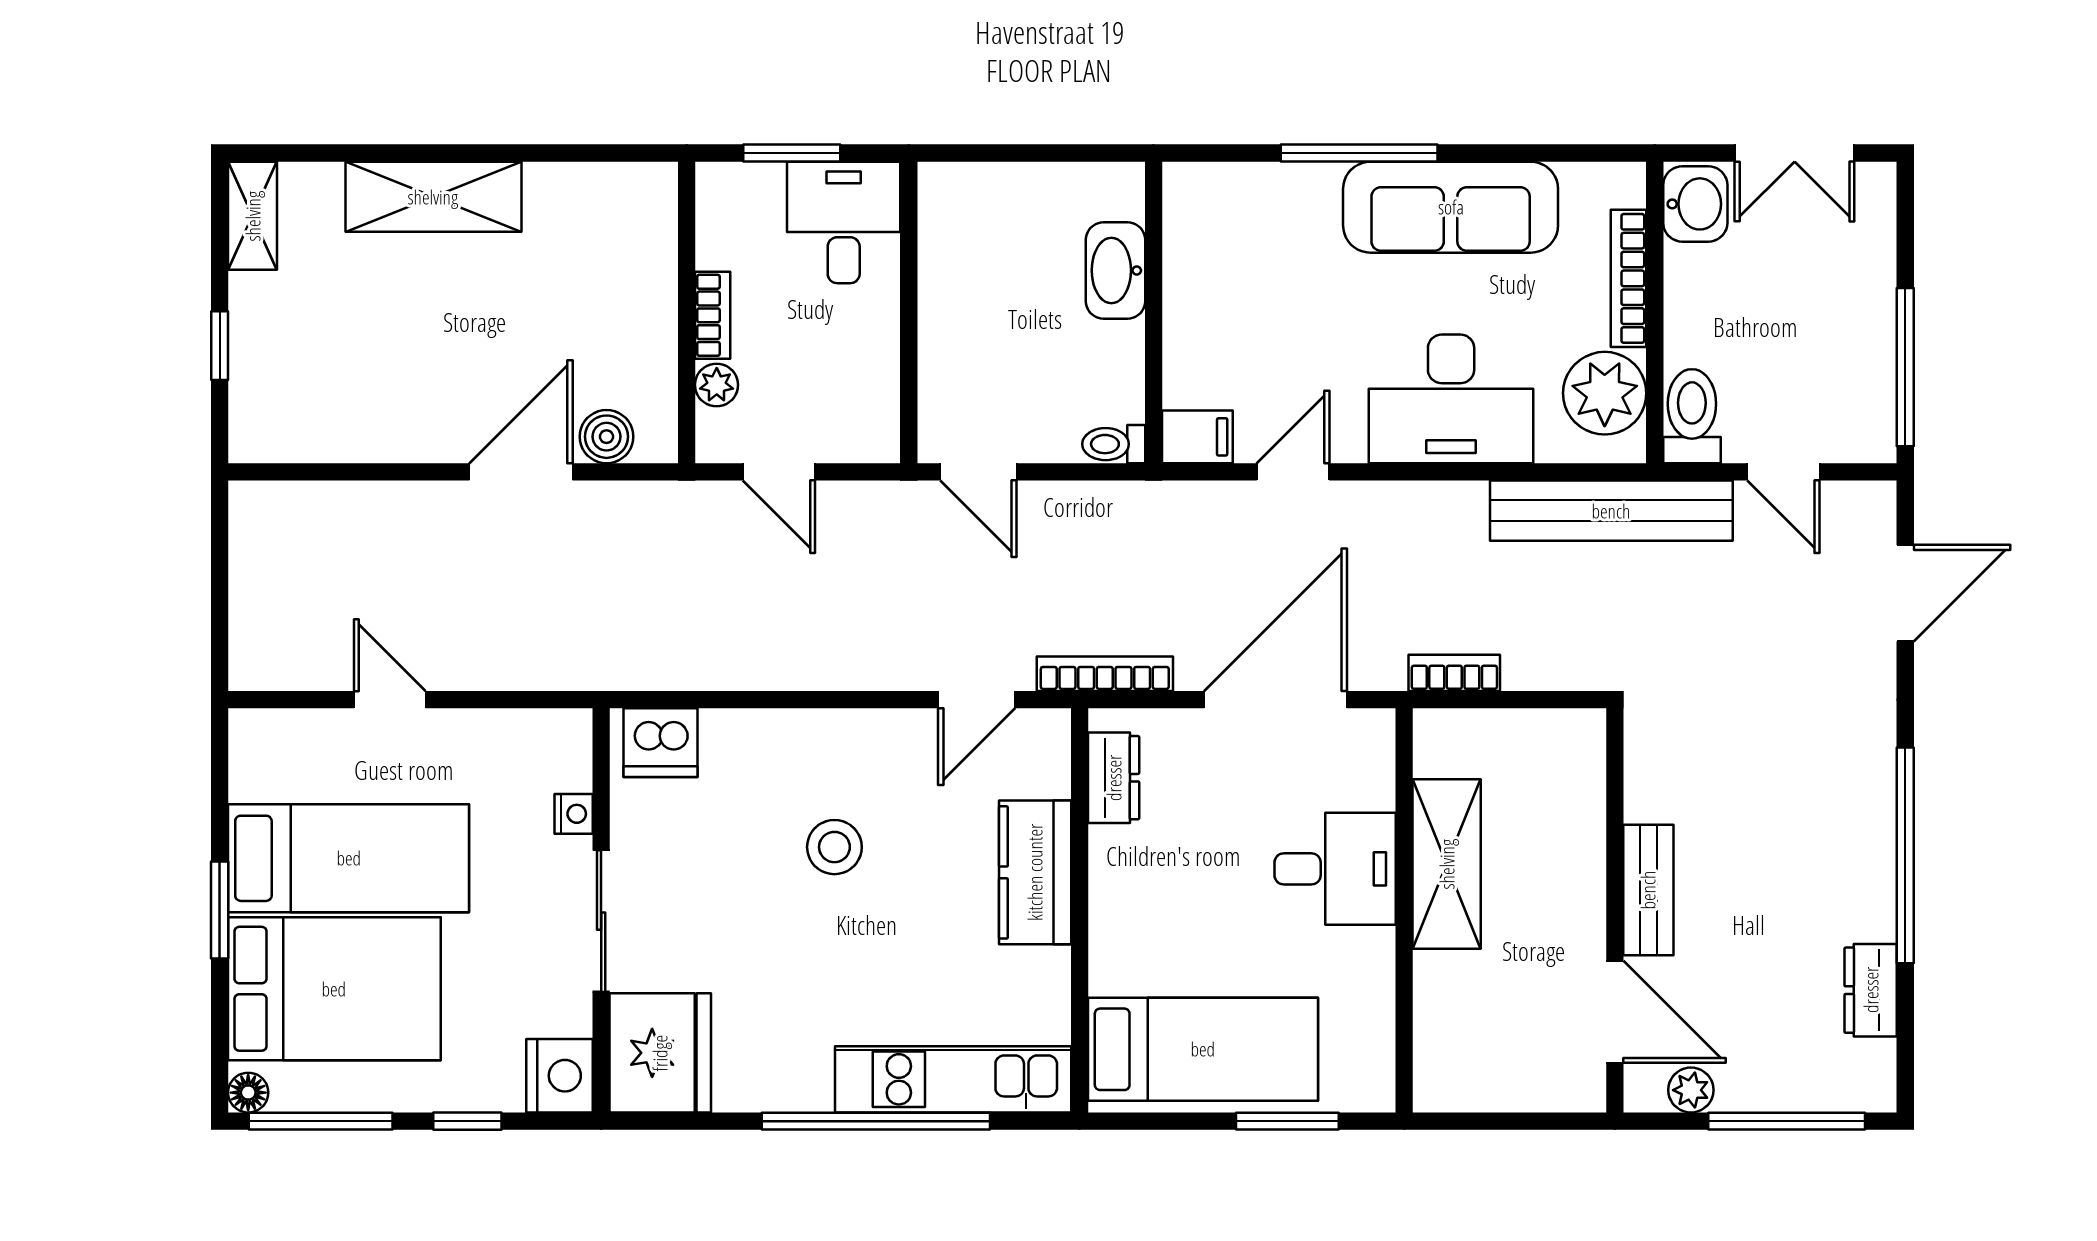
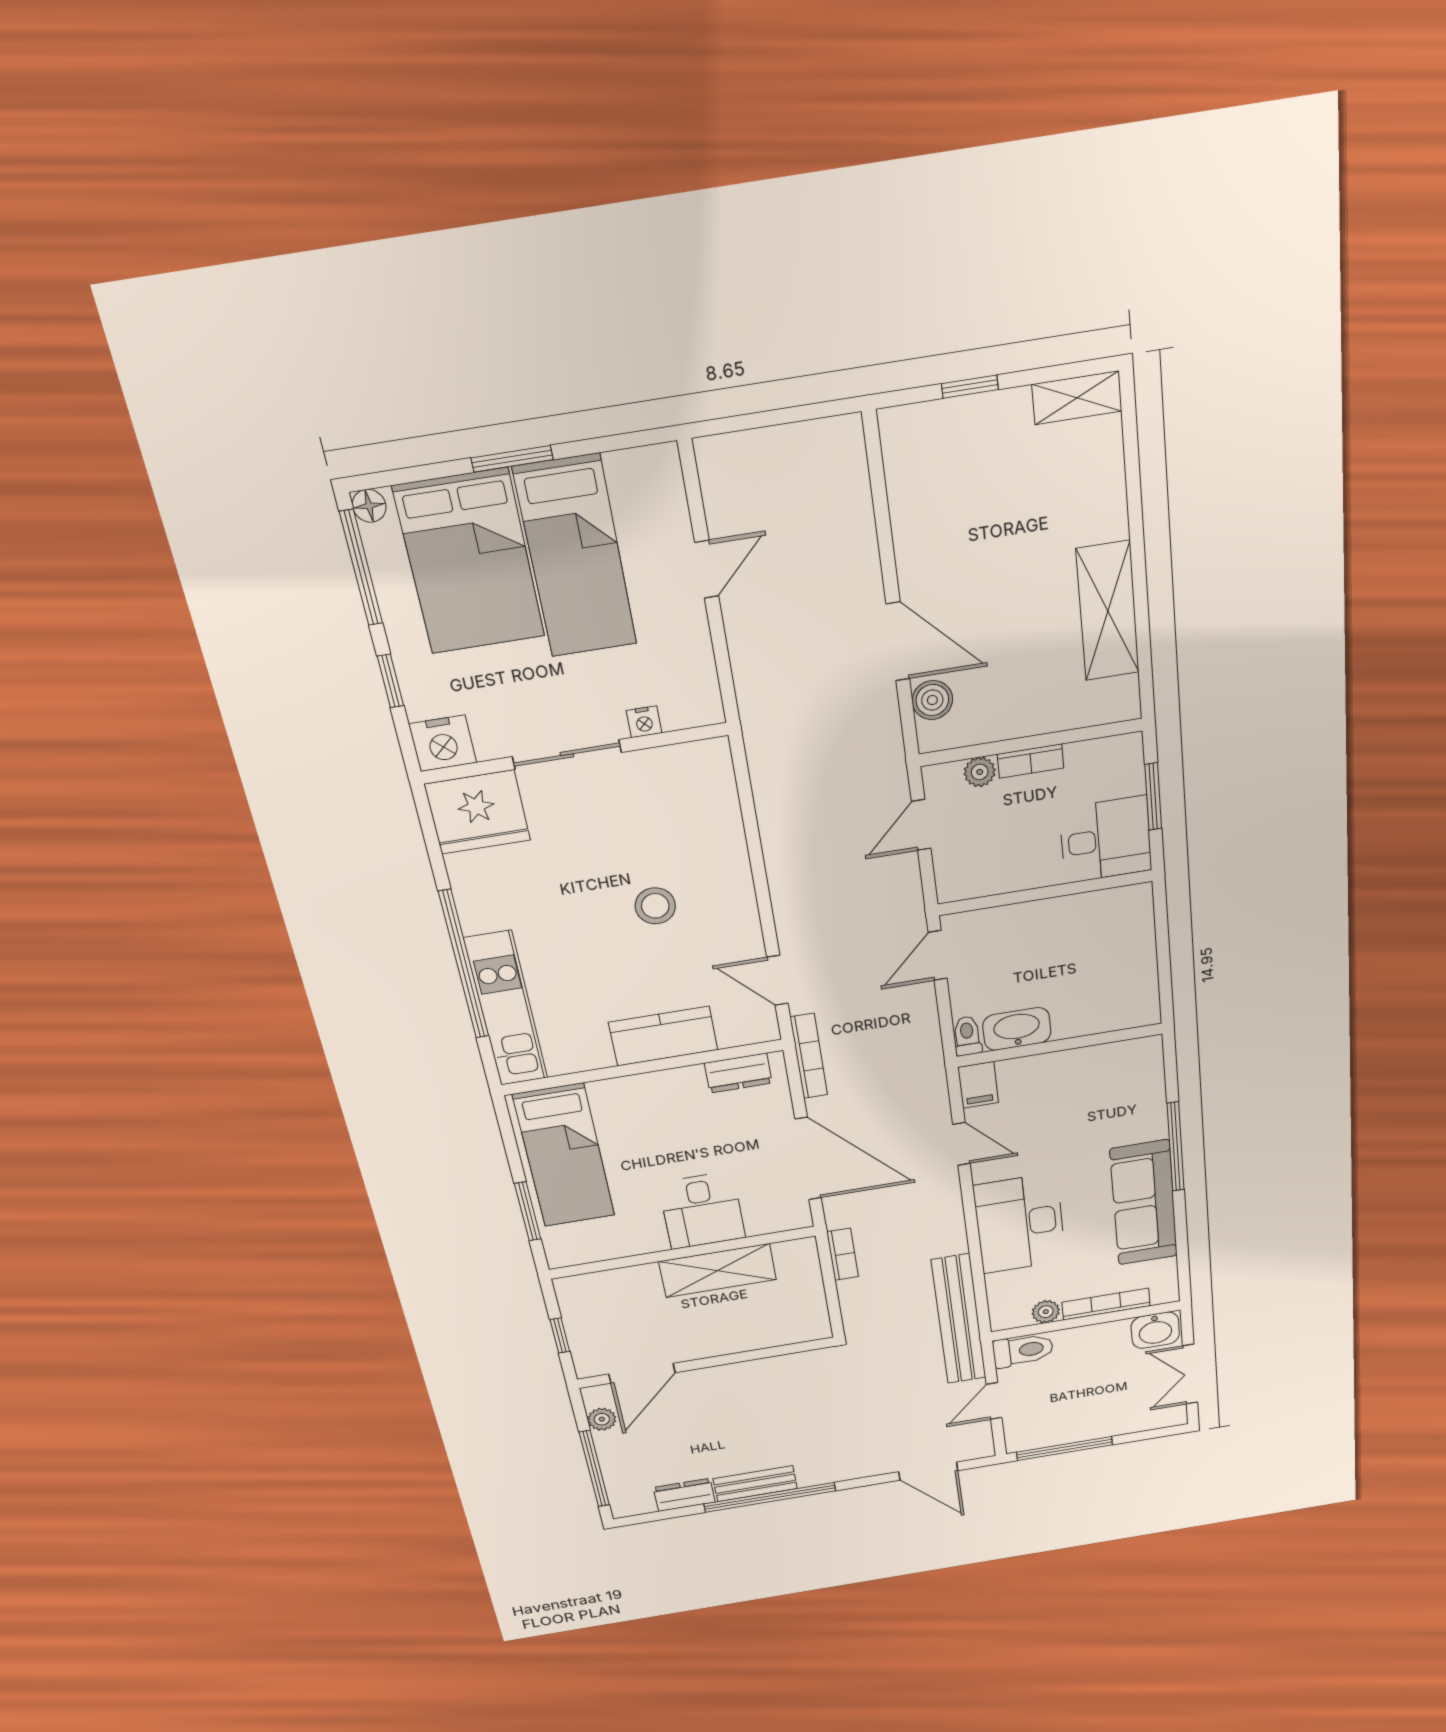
shelving: (433, 197) -> (1108, 611), moved
washbasin: (1115, 270) -> (1017, 1029), moved
plant: (1605, 393) -> (1046, 1312), width x0.53, depth x0.53
dishwasher: (660, 743) -> (709, 775), removed
bench: (1648, 890) -> (755, 1484), moved
window: (1518, 1121) -> (560, 1335), added

